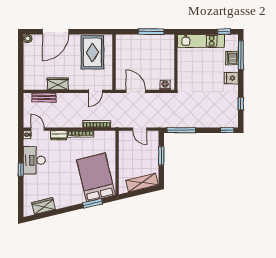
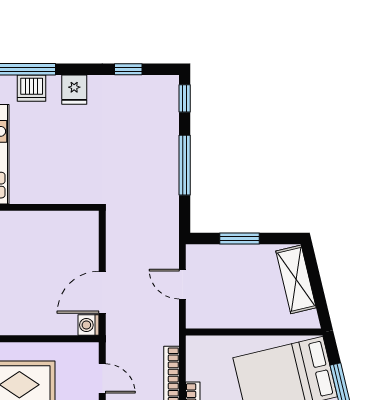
washing machine: (165, 85) -> (88, 325), moved
door: (140, 129) -> (182, 284), swing flipped
window: (181, 130) -> (185, 165), moved

